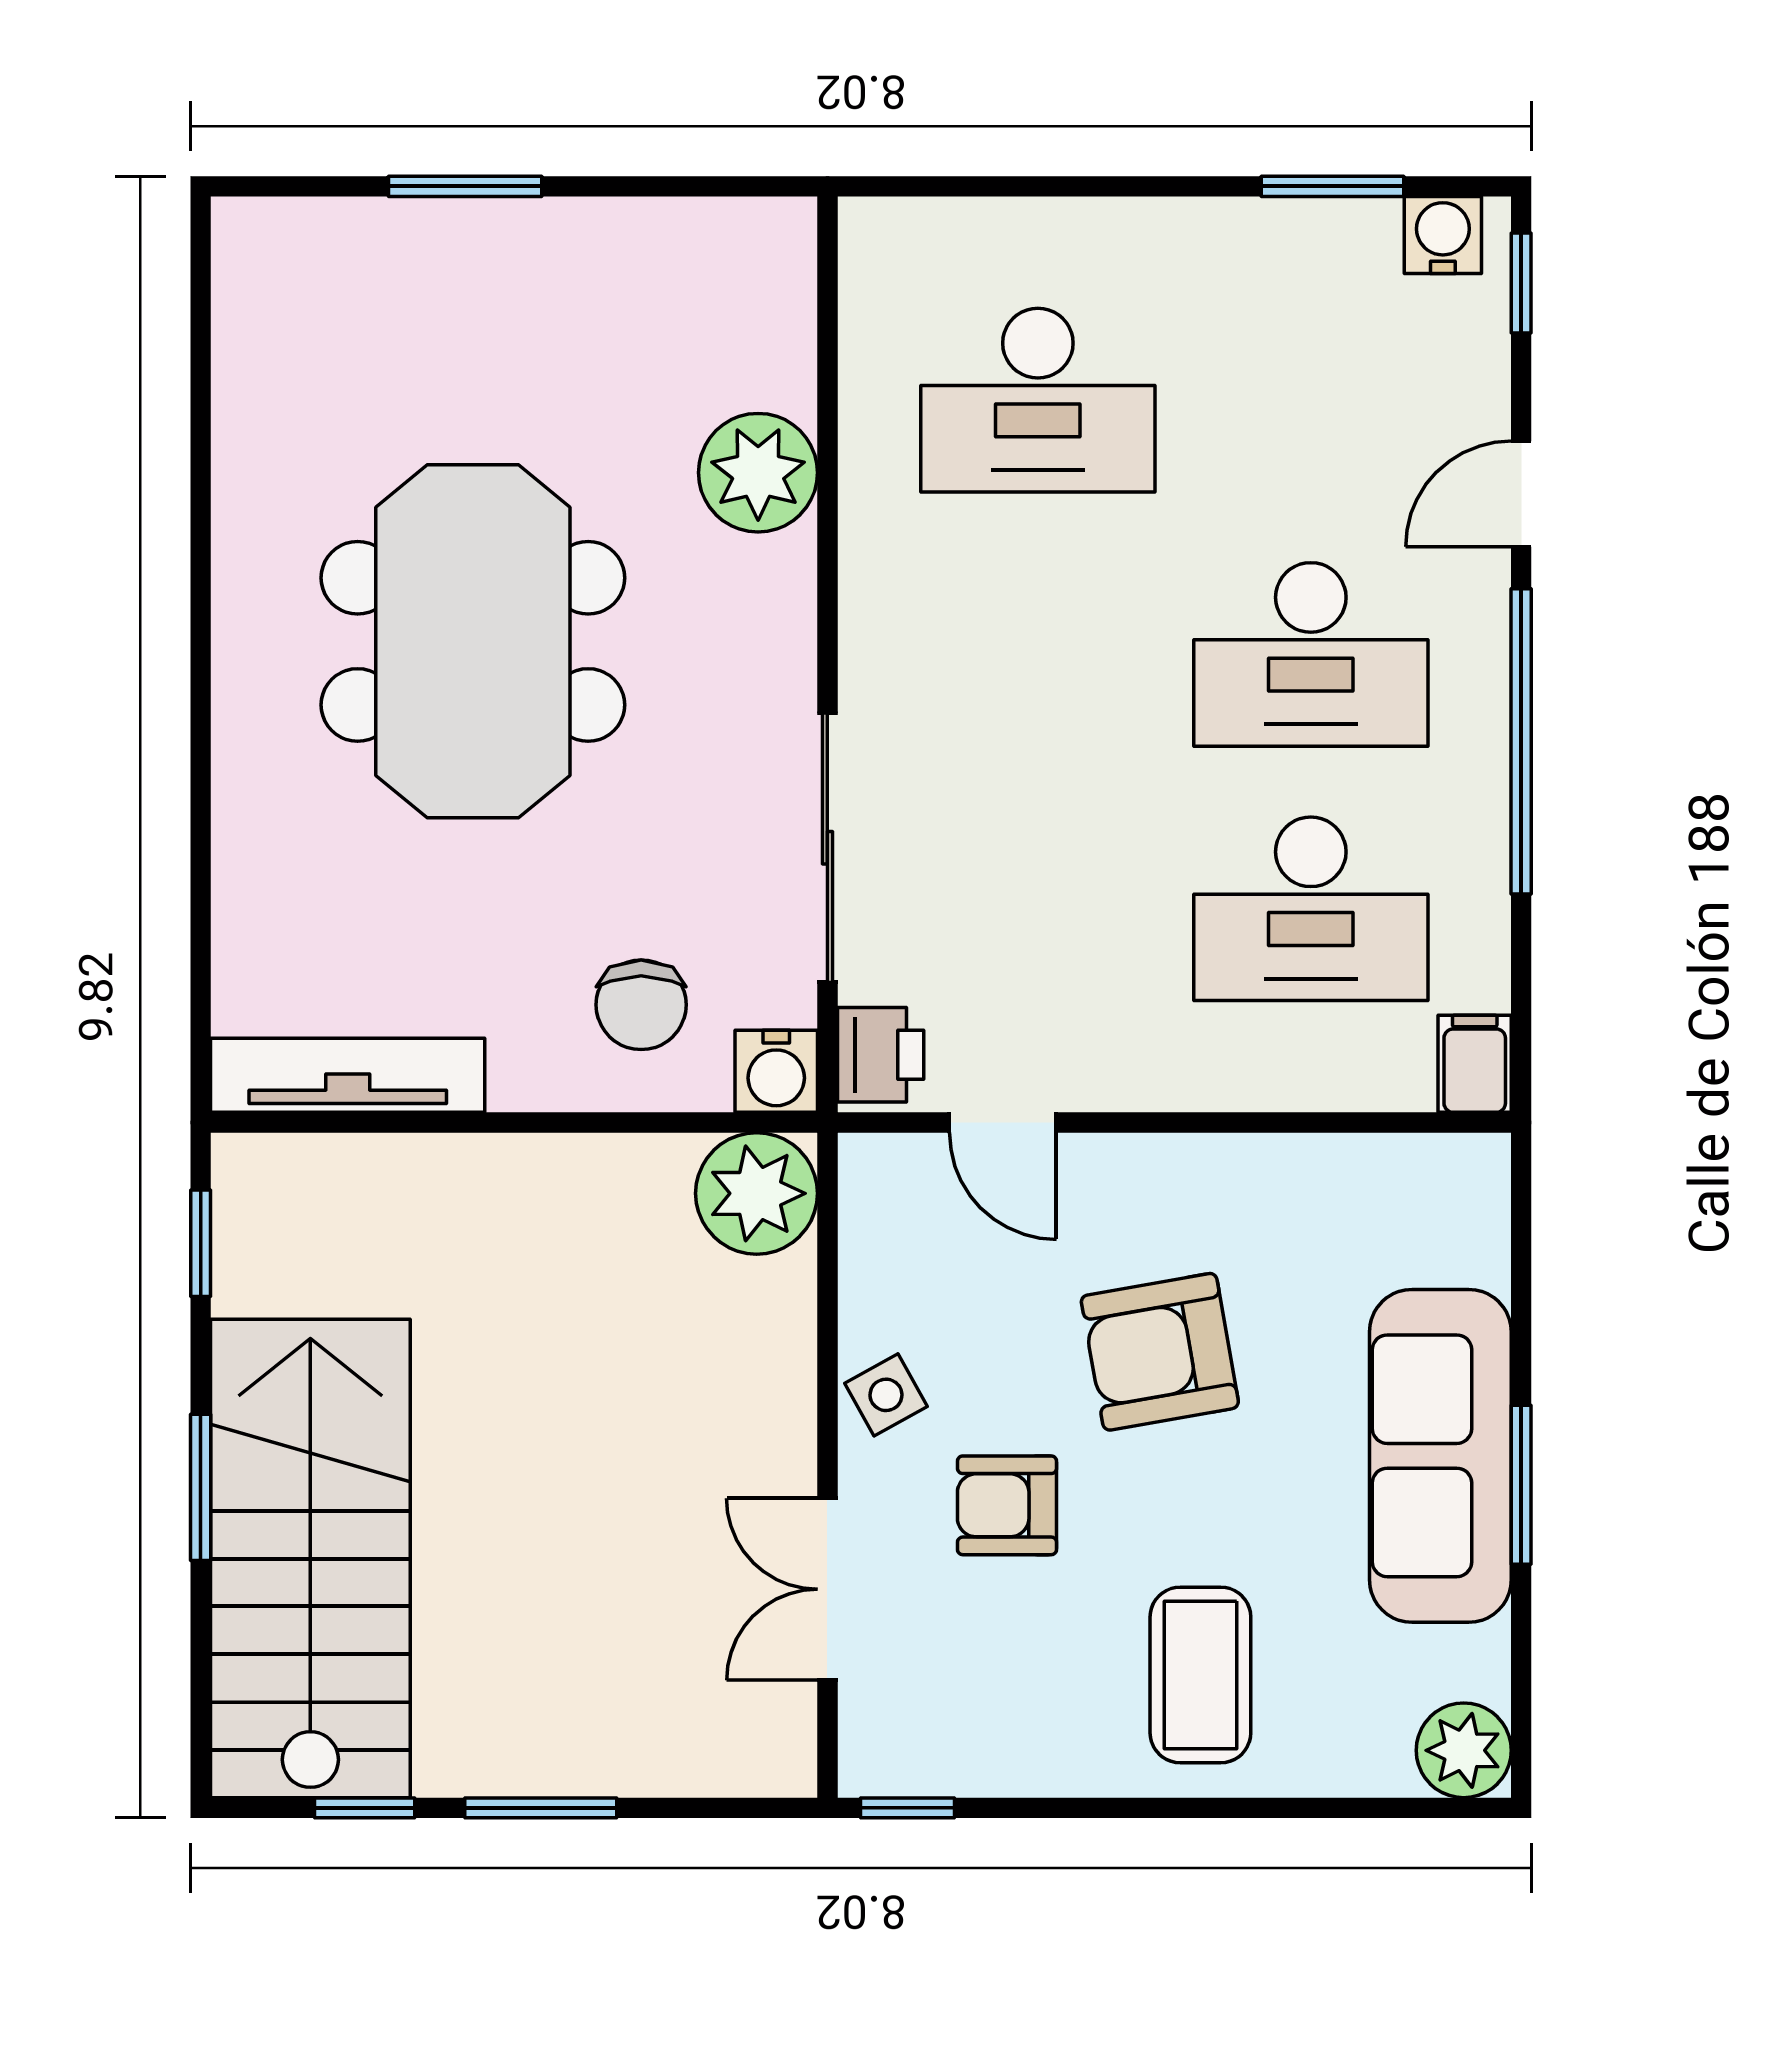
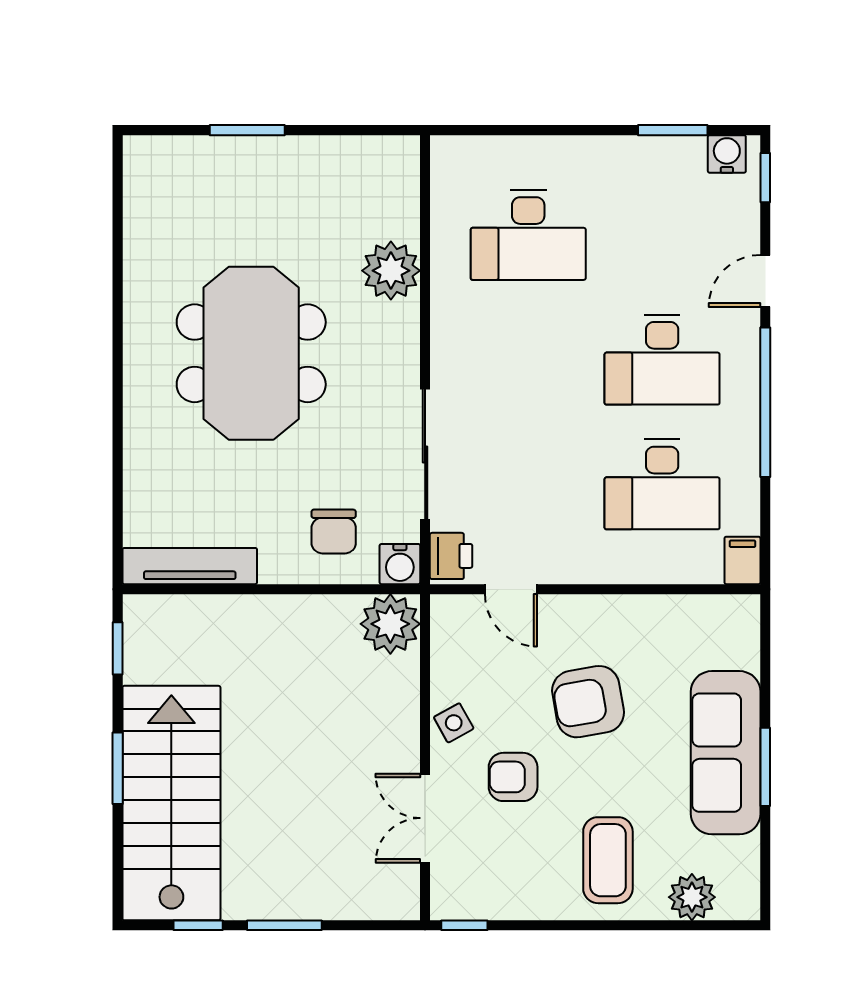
plant: (1464, 1750) -> (692, 897), moved

